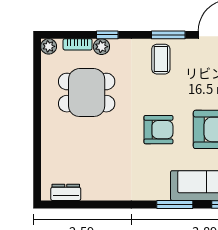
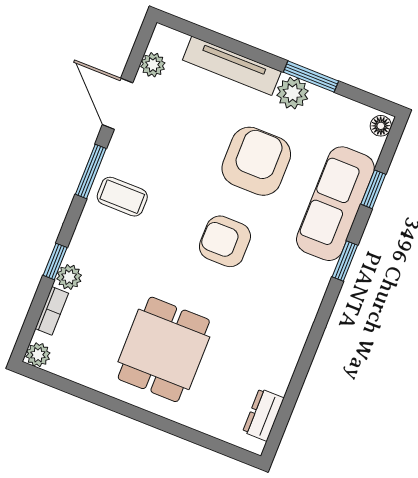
dining table: (87, 93) -> (164, 349), moved
armchair: (158, 130) -> (225, 241), turned -90
window: (175, 204) -> (345, 261), width x0.67

